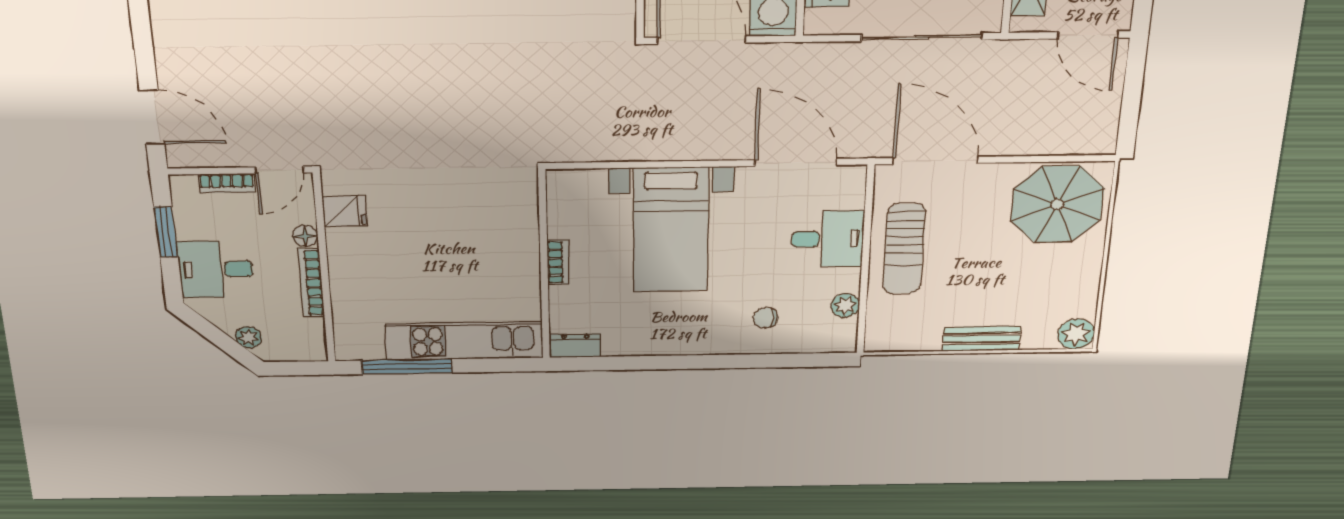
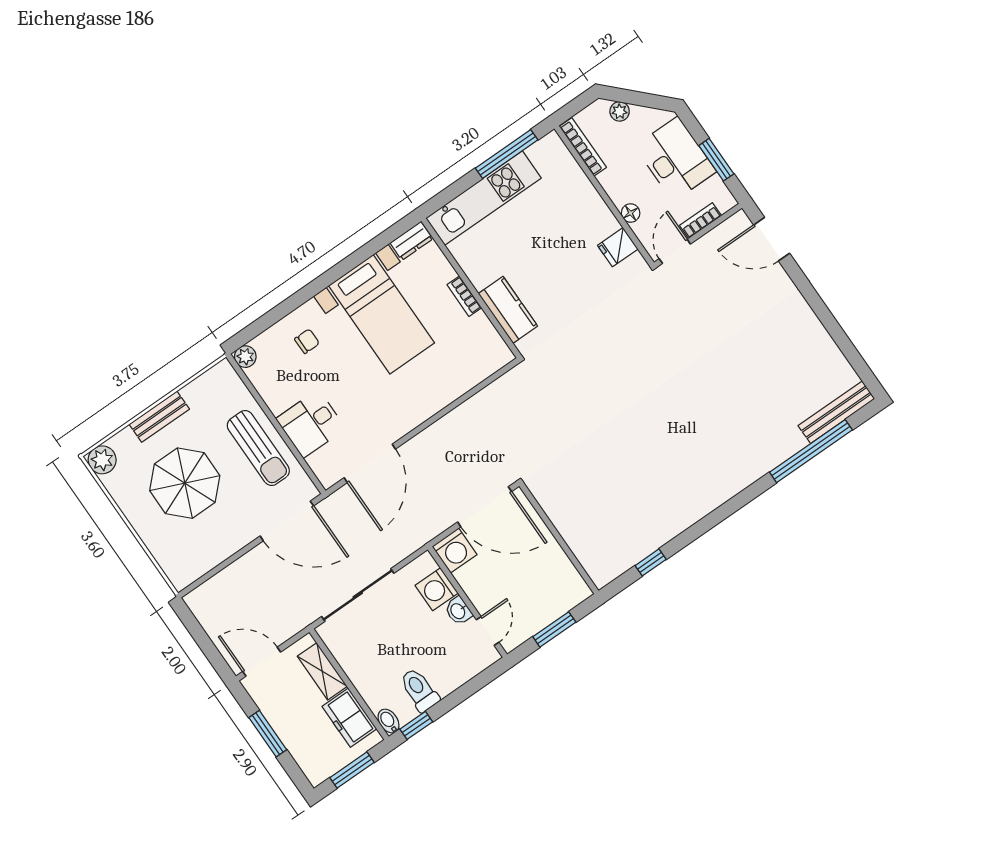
door: (796, 162) -> (370, 463), hinge flipped
parasol: (1057, 204) -> (185, 483), moved
kitchen counter: (519, 222) -> (508, 310), added
bed with nightstands: (671, 230) -> (381, 314), moved, turned 180
sun lounger: (904, 249) -> (258, 448), turned 180
desk: (216, 269) -> (675, 159), width x1.37
bookcase: (311, 283) -> (583, 147), moved
plant: (845, 305) -> (245, 357), moved

